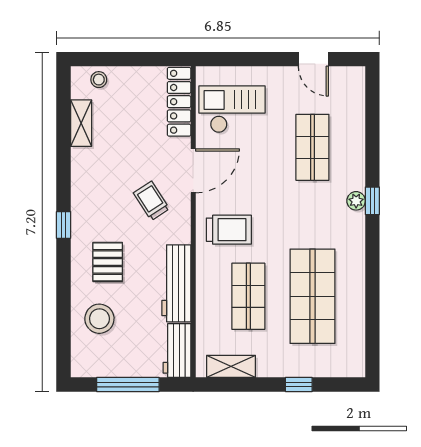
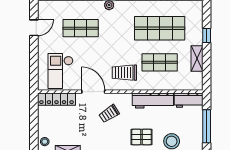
trolley: (229, 230) -> (124, 73), turned -90
shelving: (231, 366) -> (197, 58), moved

